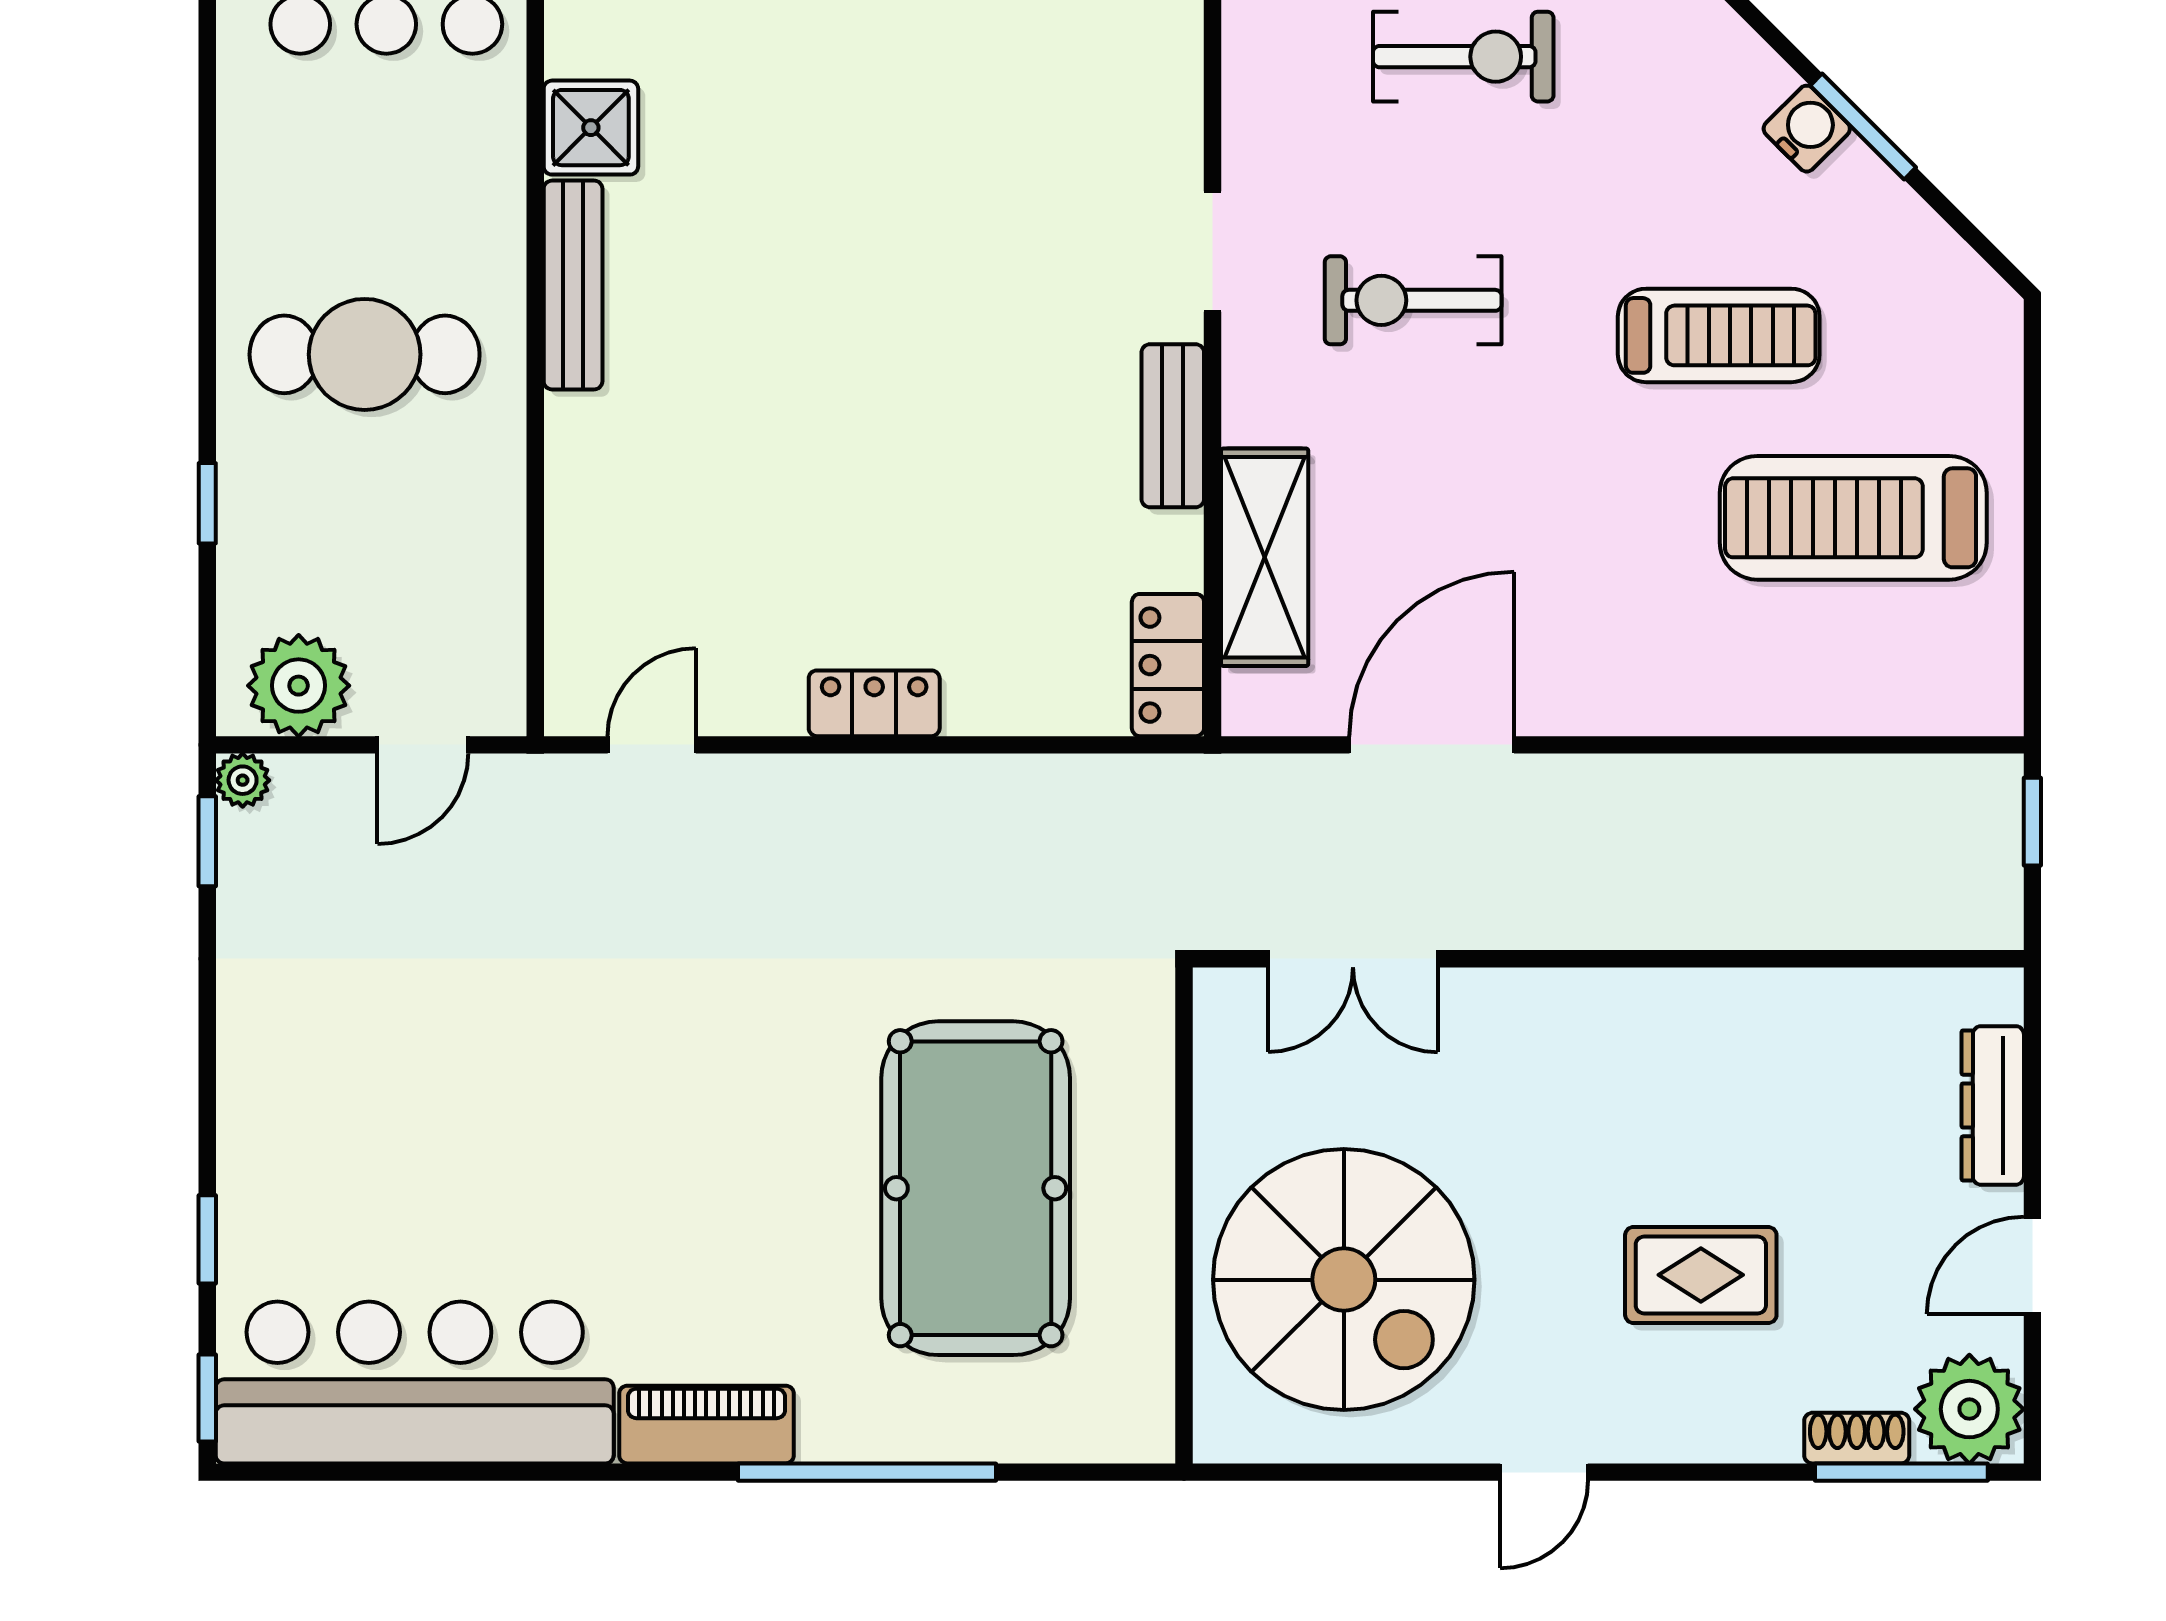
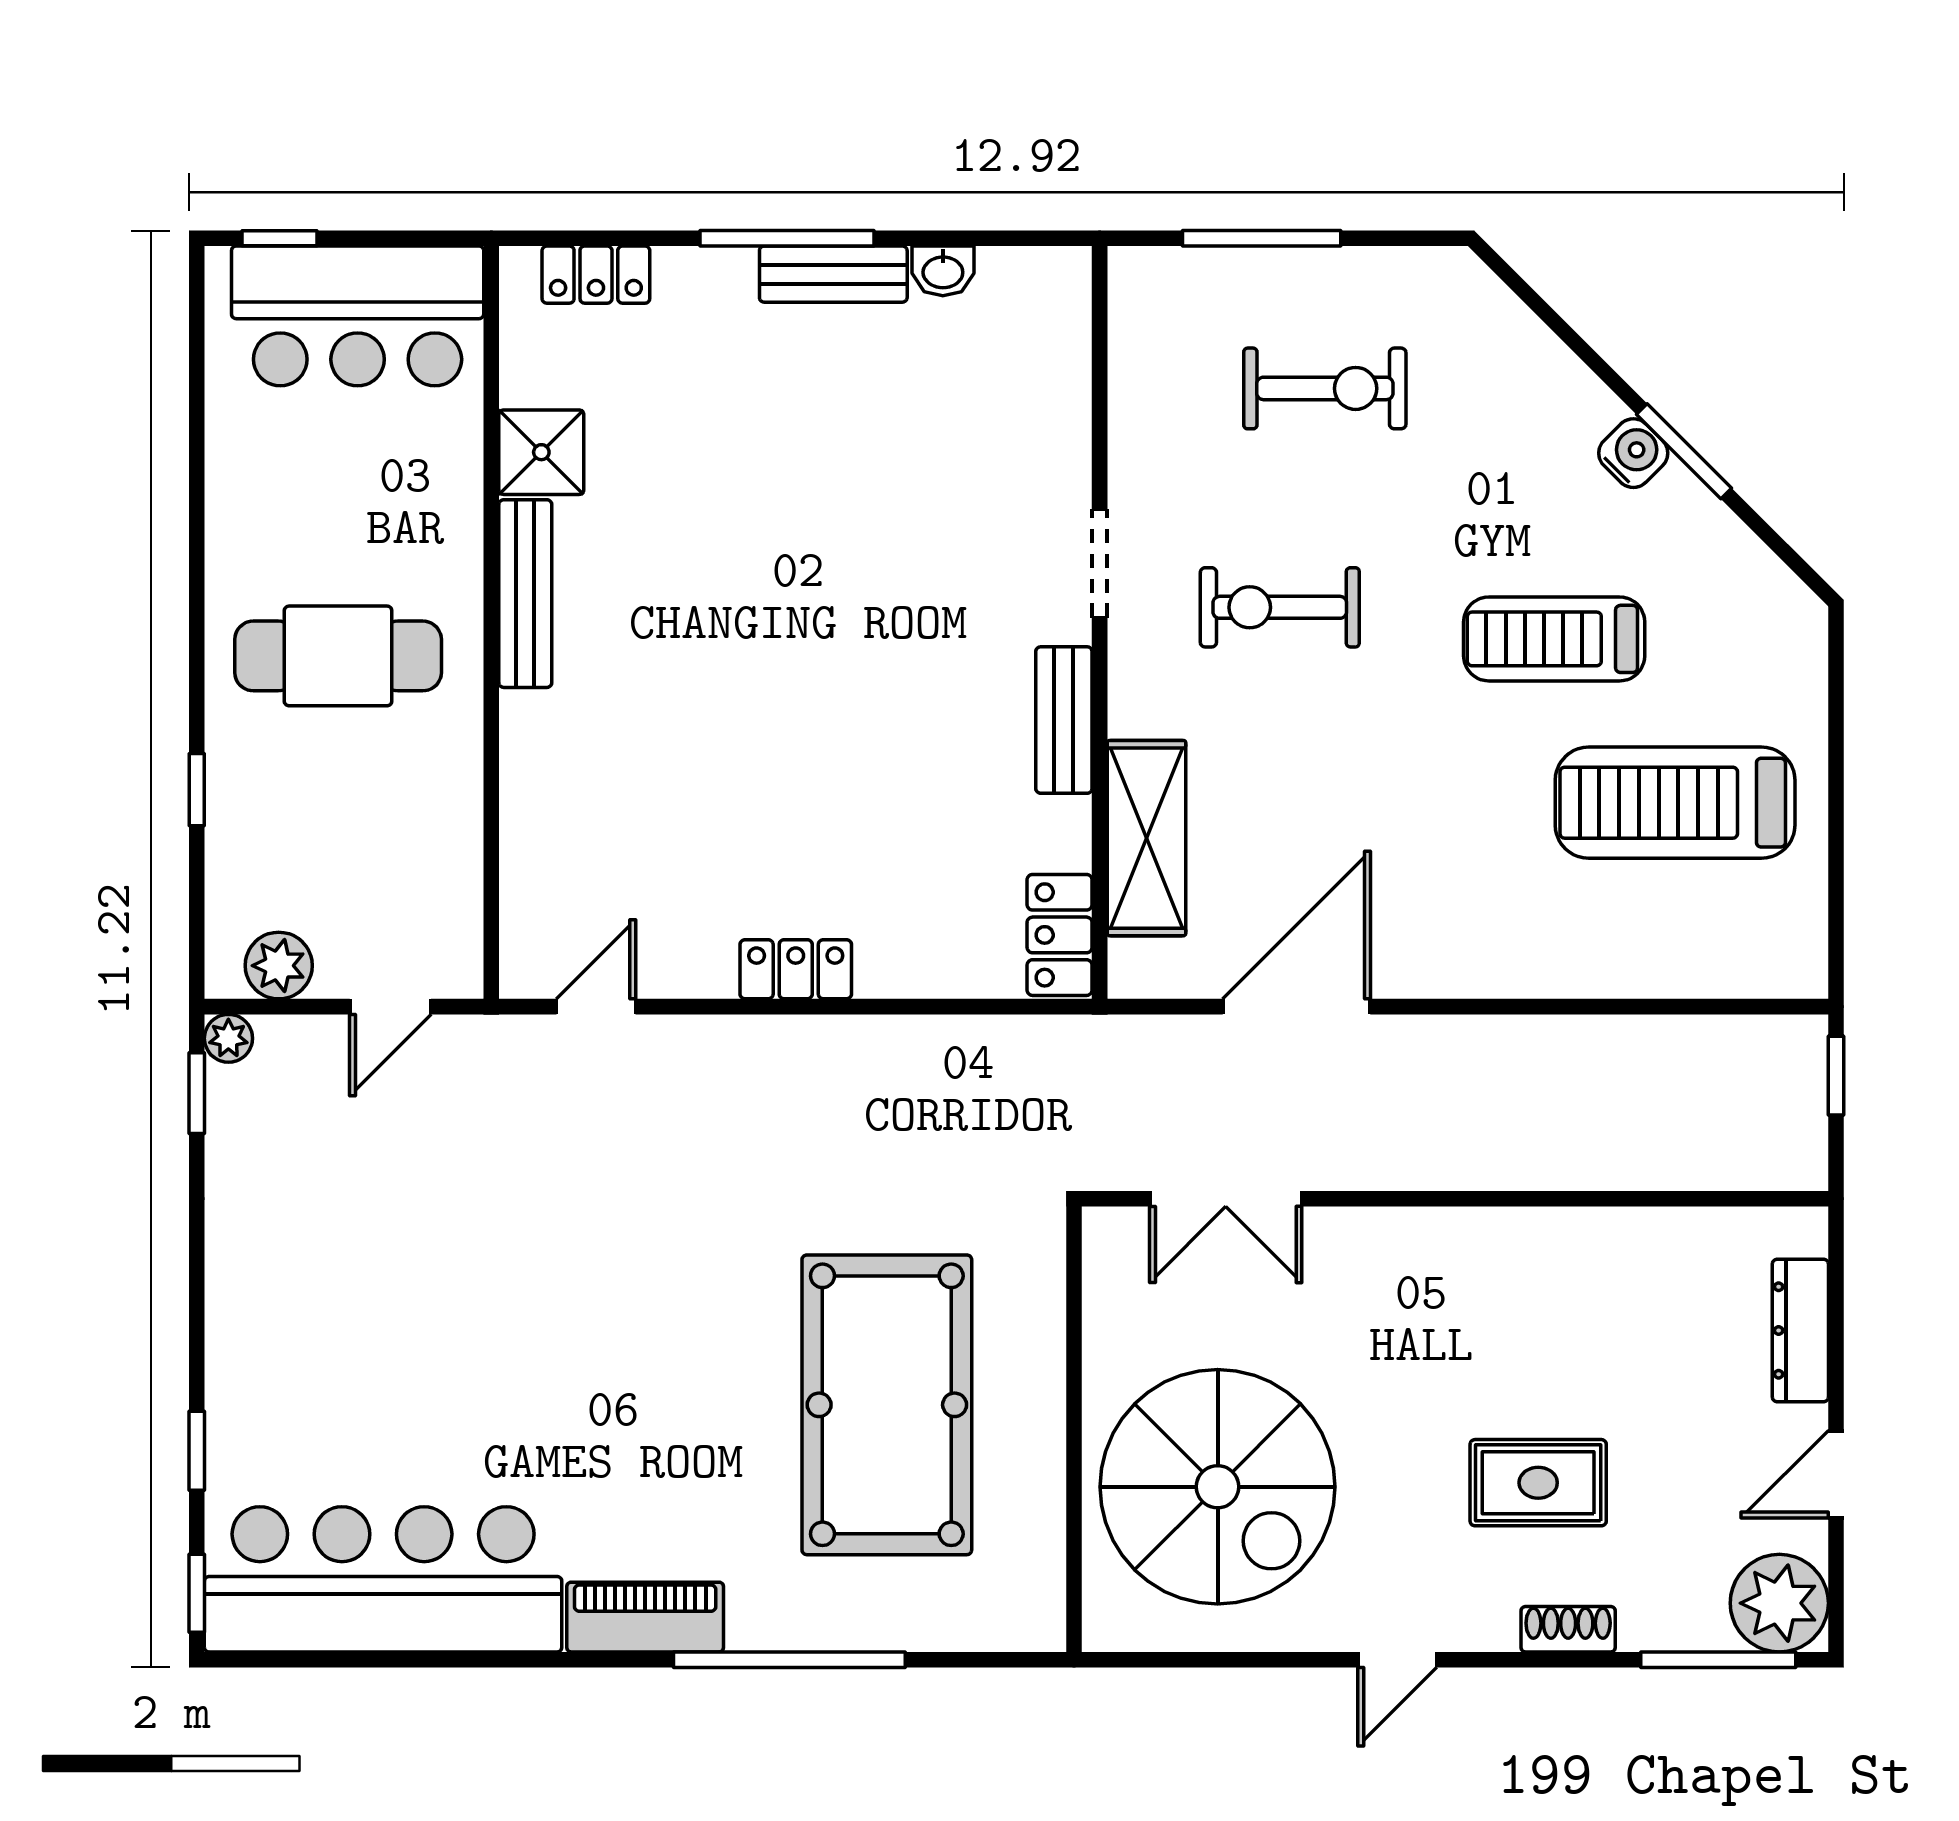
treadmill: (1719, 335) -> (1554, 639), turned 180
plant: (299, 686) -> (279, 966), width x0.73, depth x0.73
shoe rack: (1857, 1438) -> (1568, 1629), moved

